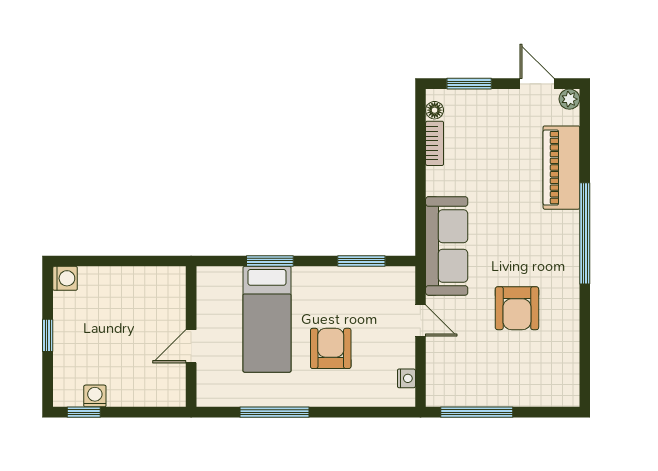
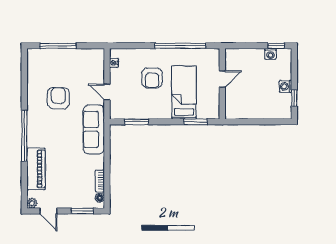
window: (270, 261) -> (195, 122), moved
washing machine: (65, 278) -> (286, 86), moved
window: (48, 335) -> (294, 98), moved
window: (275, 412) -> (180, 46), width x1.46
window: (477, 412) -> (58, 46), moved

